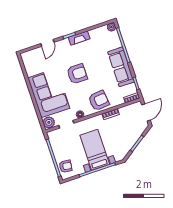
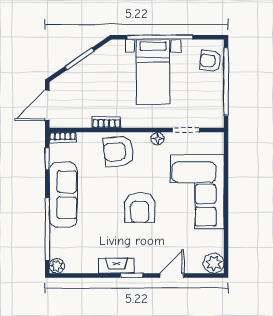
armchair: (77, 74) -> (140, 208), turned -90
plant: (49, 122) -> (214, 263), moved

